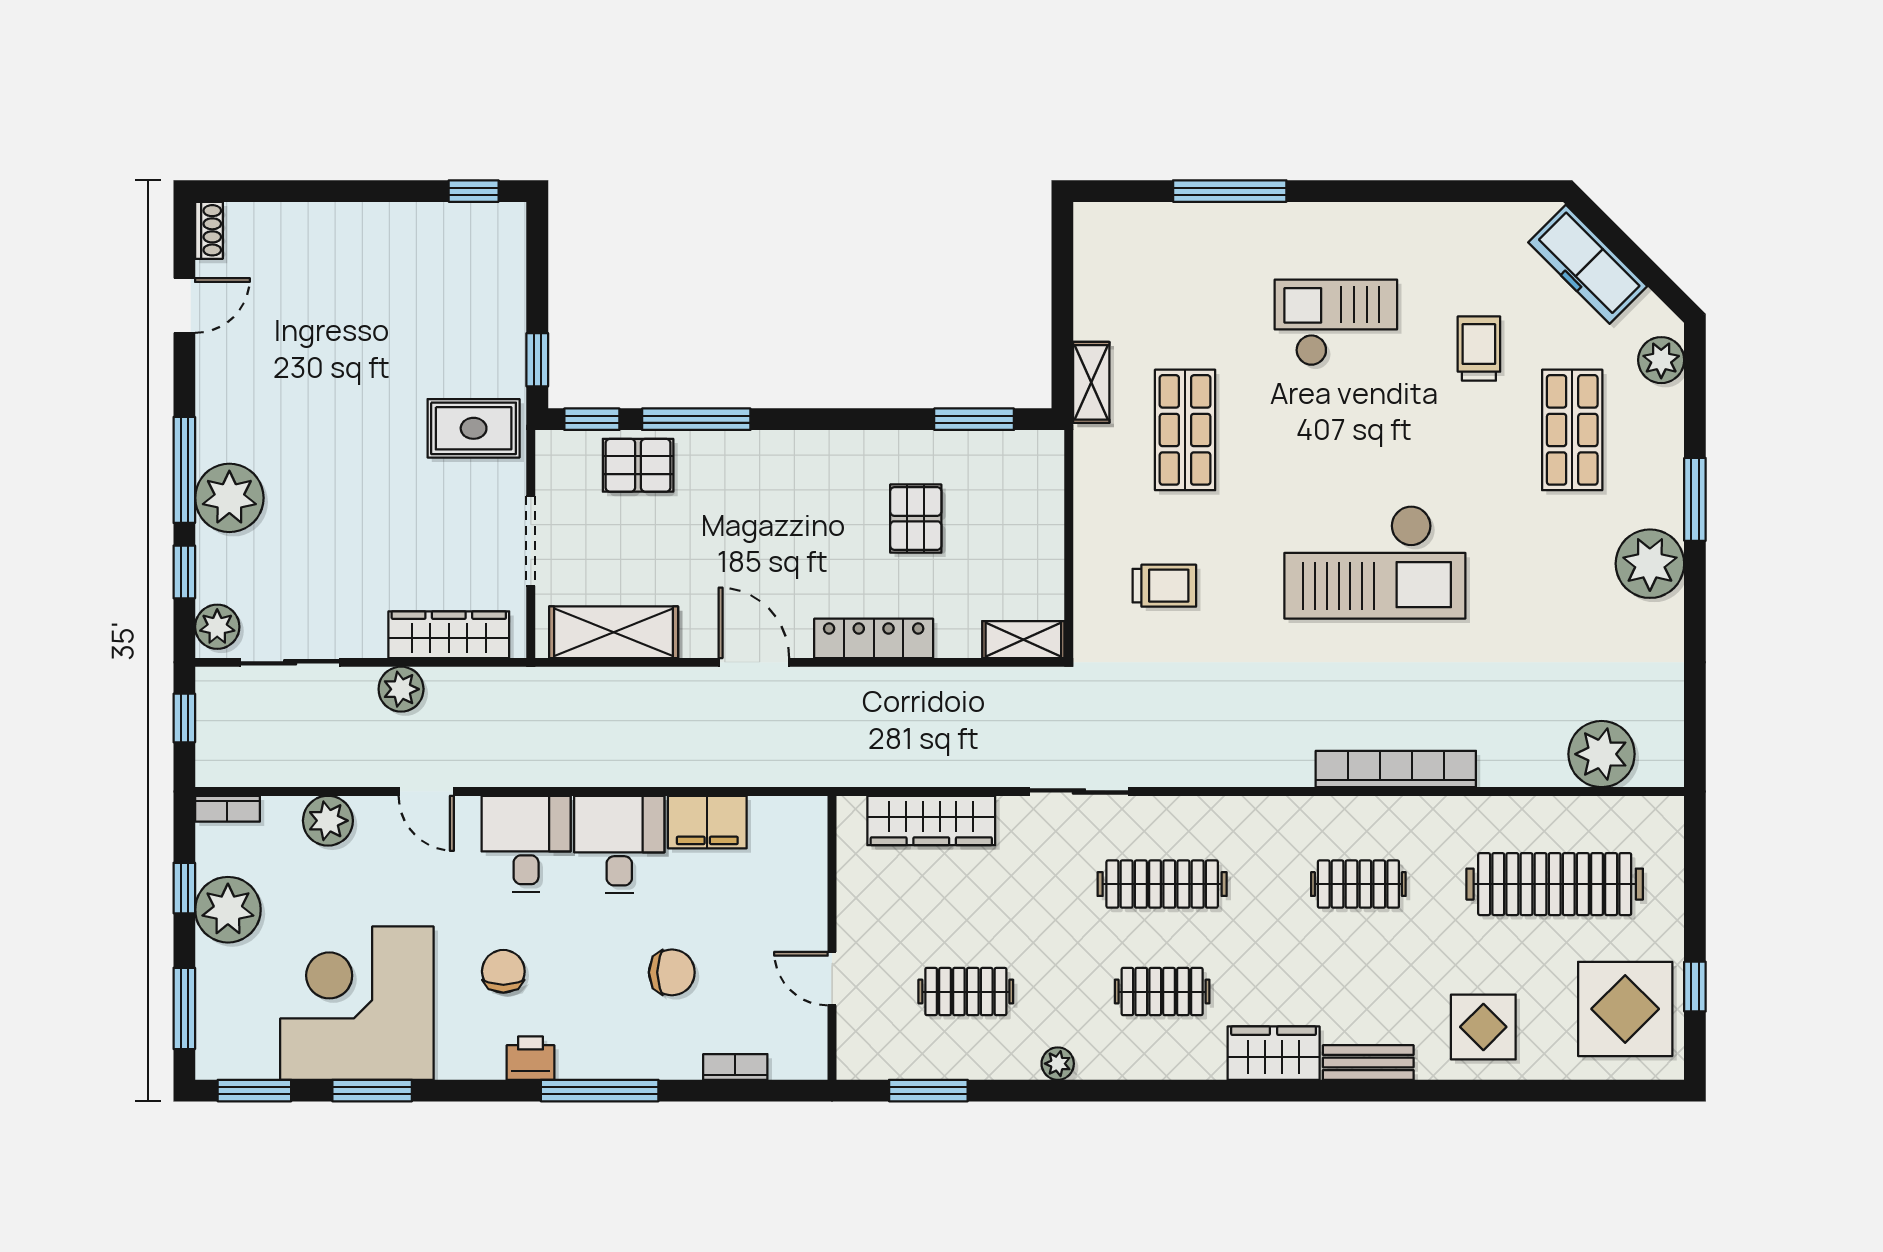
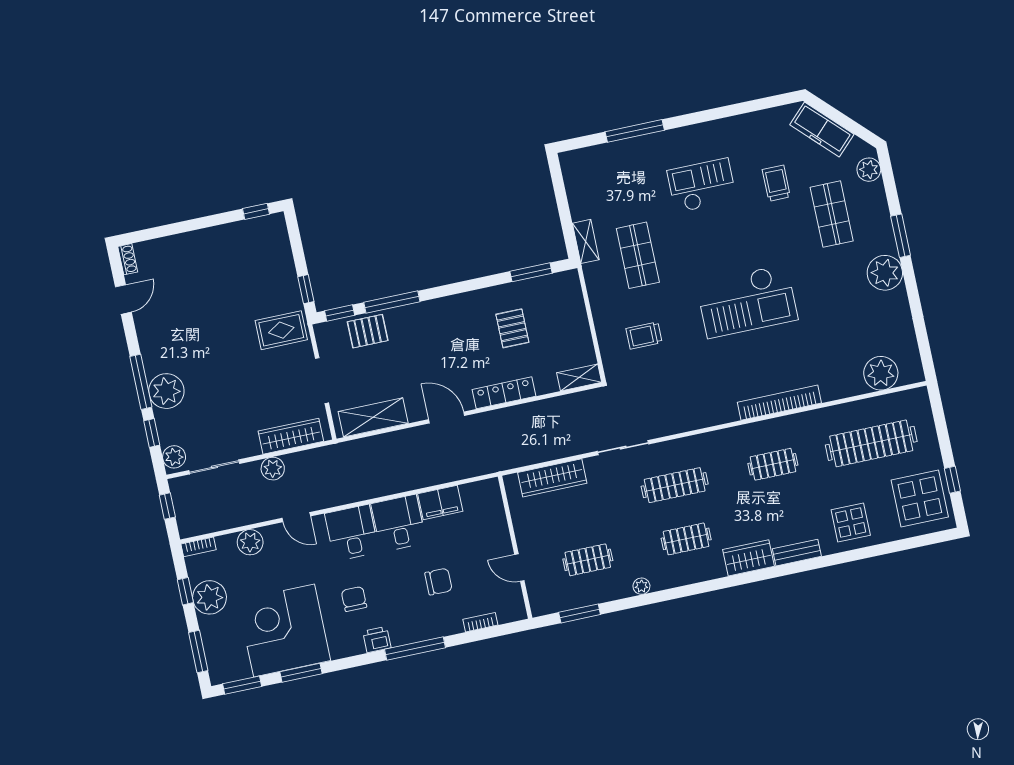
trolley: (1164, 586) -> (644, 335), turned 180

